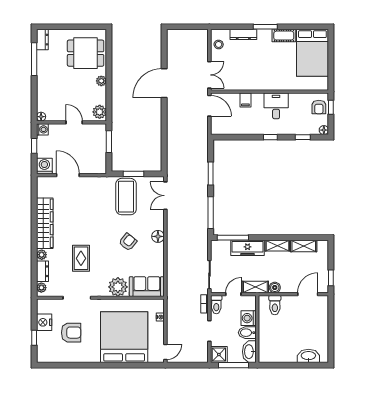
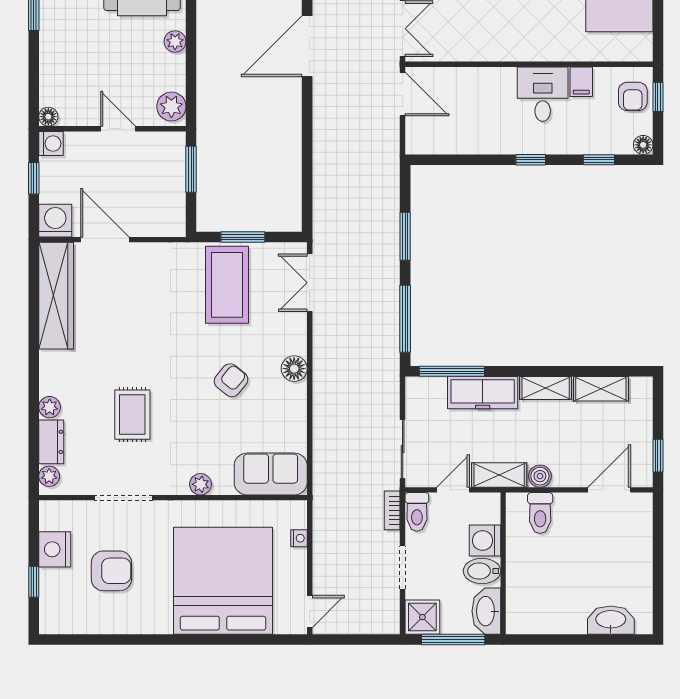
filing cabinet: (245, 100) -> (581, 82), moved
wardrobe: (45, 223) -> (56, 296), moved
plant: (118, 287) -> (201, 484), width x0.53, depth x0.53

